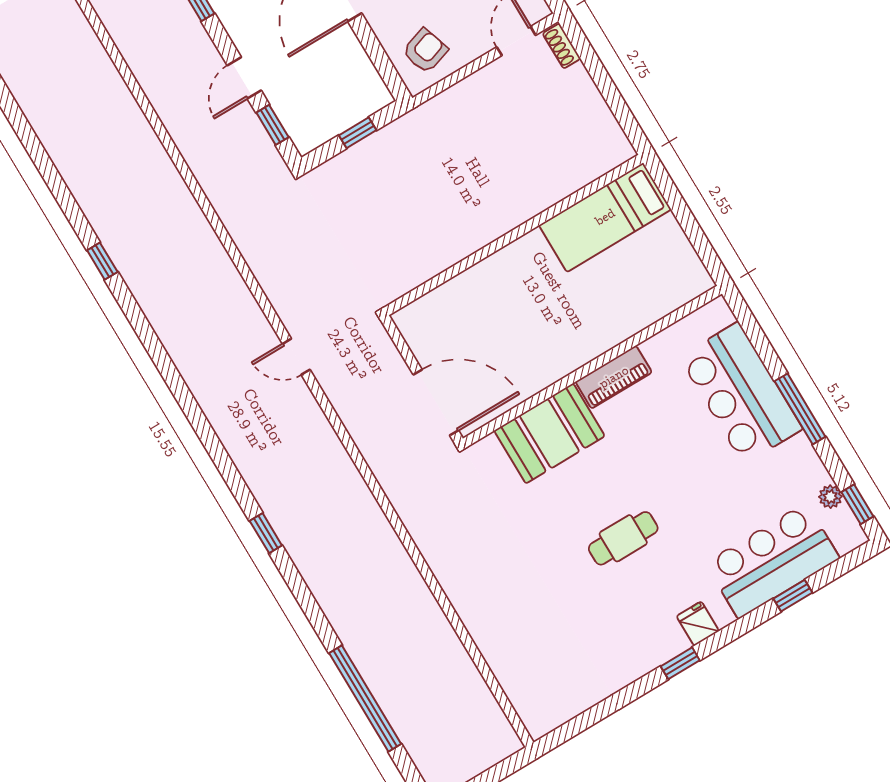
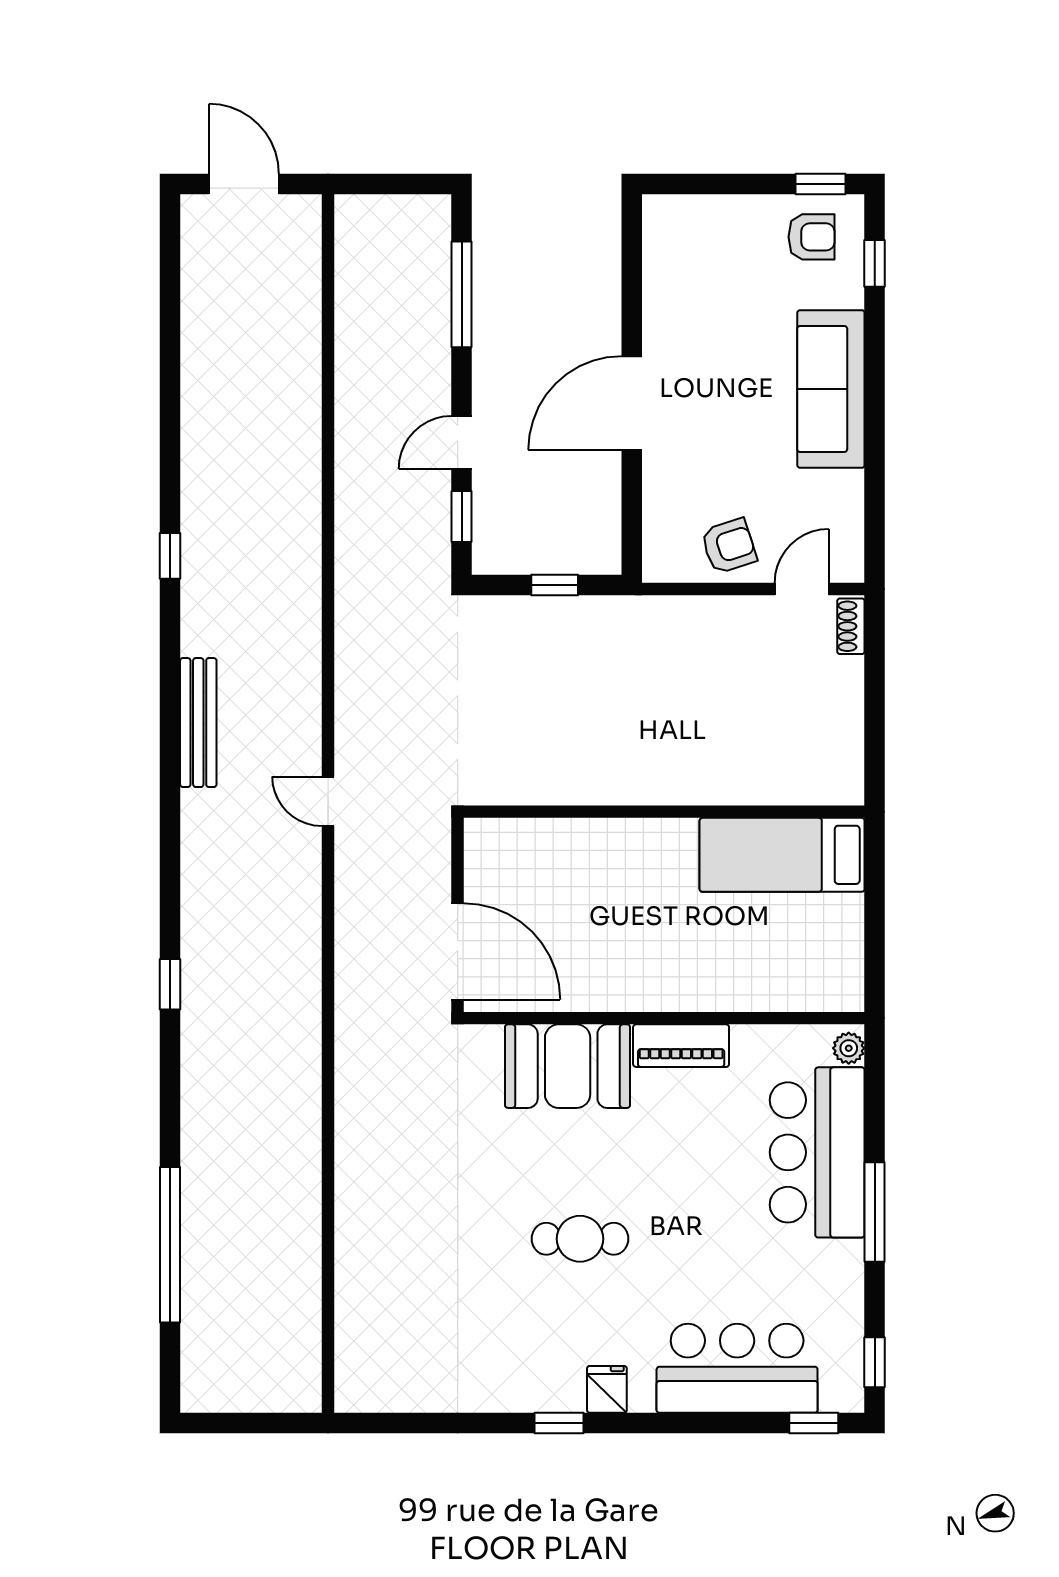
armchair: (425, 51) -> (729, 546), moved
bench: (184, 356) -> (198, 723), added
plant: (830, 497) -> (849, 1048), moved
window: (793, 596) -> (814, 1423), moved

